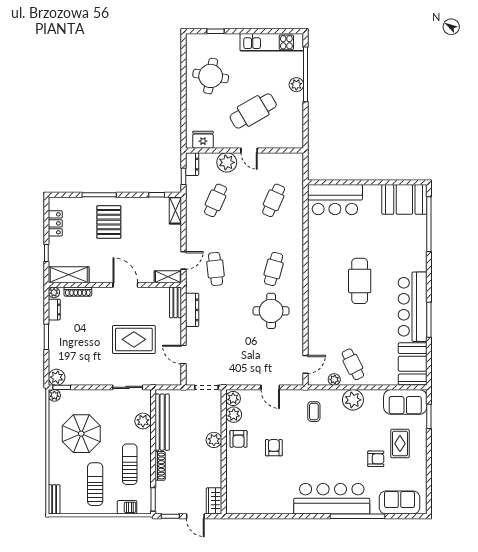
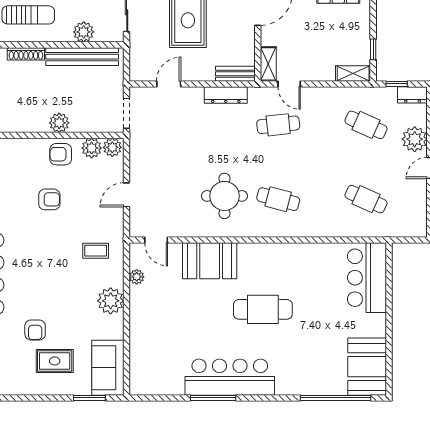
cafe table: (353, 364) -> (156, 301), removed
booth: (413, 364) -> (210, 261), moved

